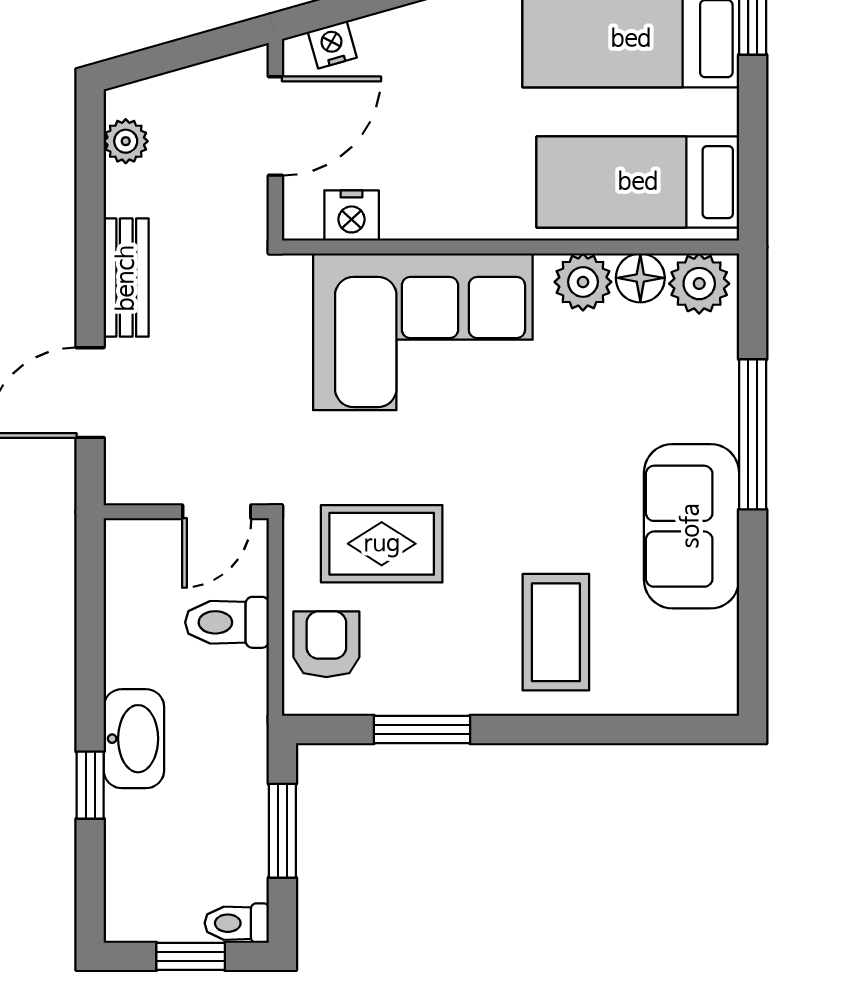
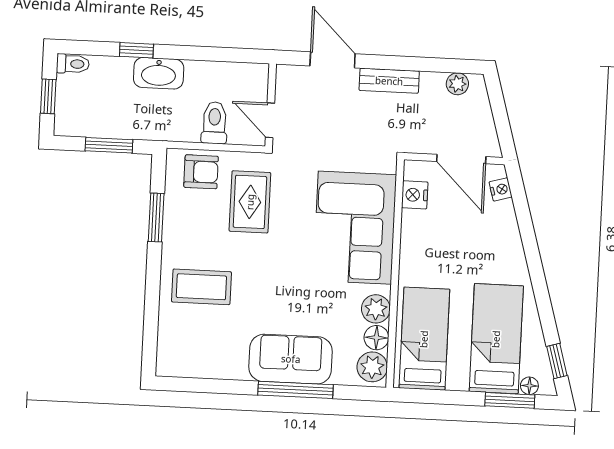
sofa: (691, 526) -> (291, 359), moved
toilet: (237, 923) -> (73, 64), moved, turned 90

